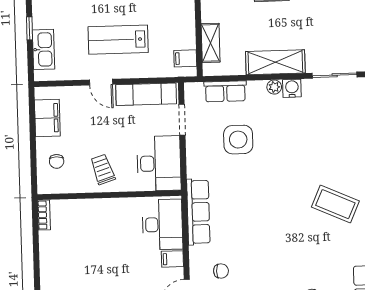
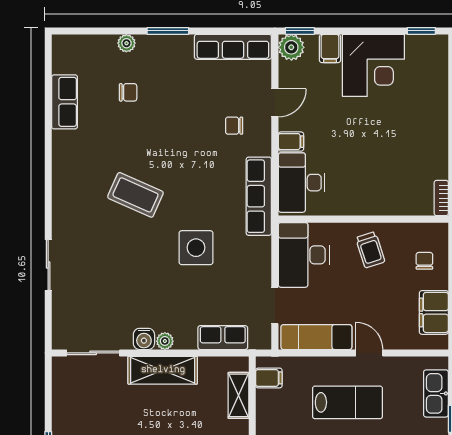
side table: (238, 140) -> (196, 248), moved
coffee table: (335, 204) -> (135, 195), moved

